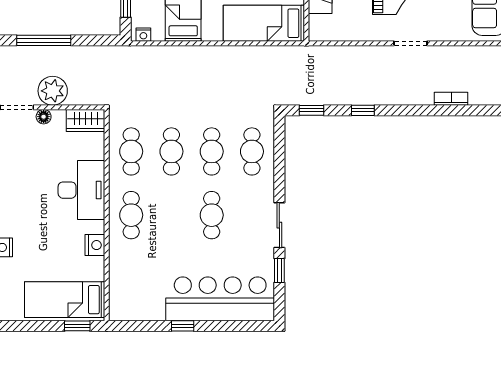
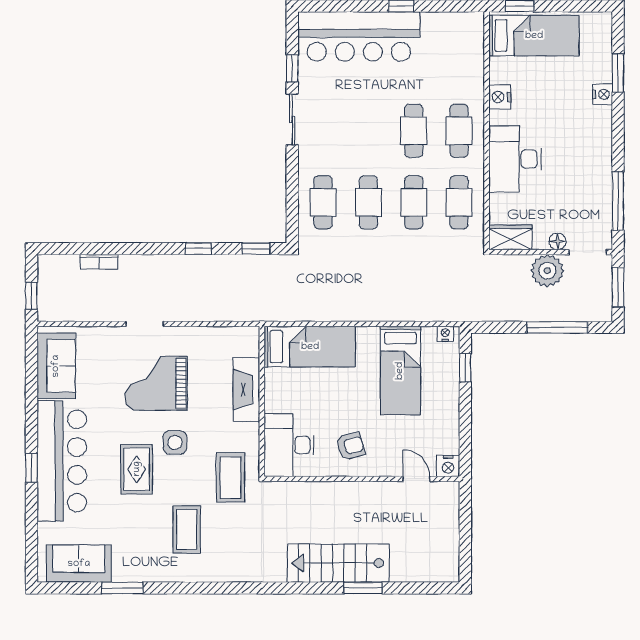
cafe table: (212, 215) -> (414, 131), moved

